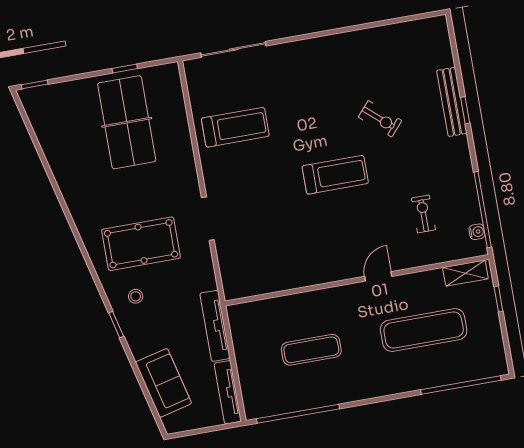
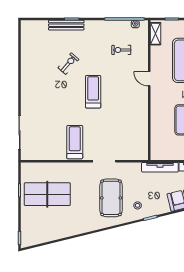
treadmill: (235, 127) -> (75, 142), moved

